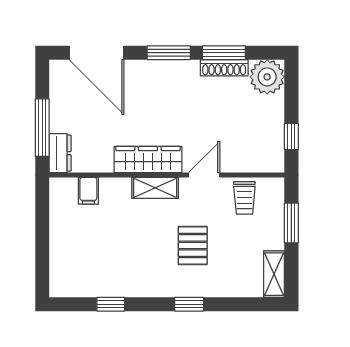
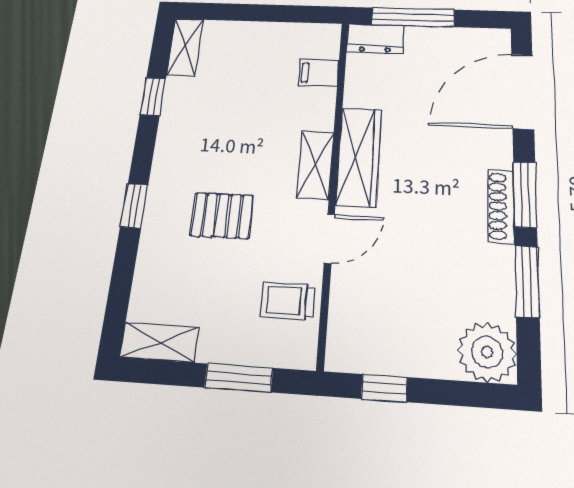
shoe rack: (224, 68) -> (501, 206), moved
door: (204, 175) -> (329, 239), hinge flipped
shelving: (72, 287) -> (185, 47), added

